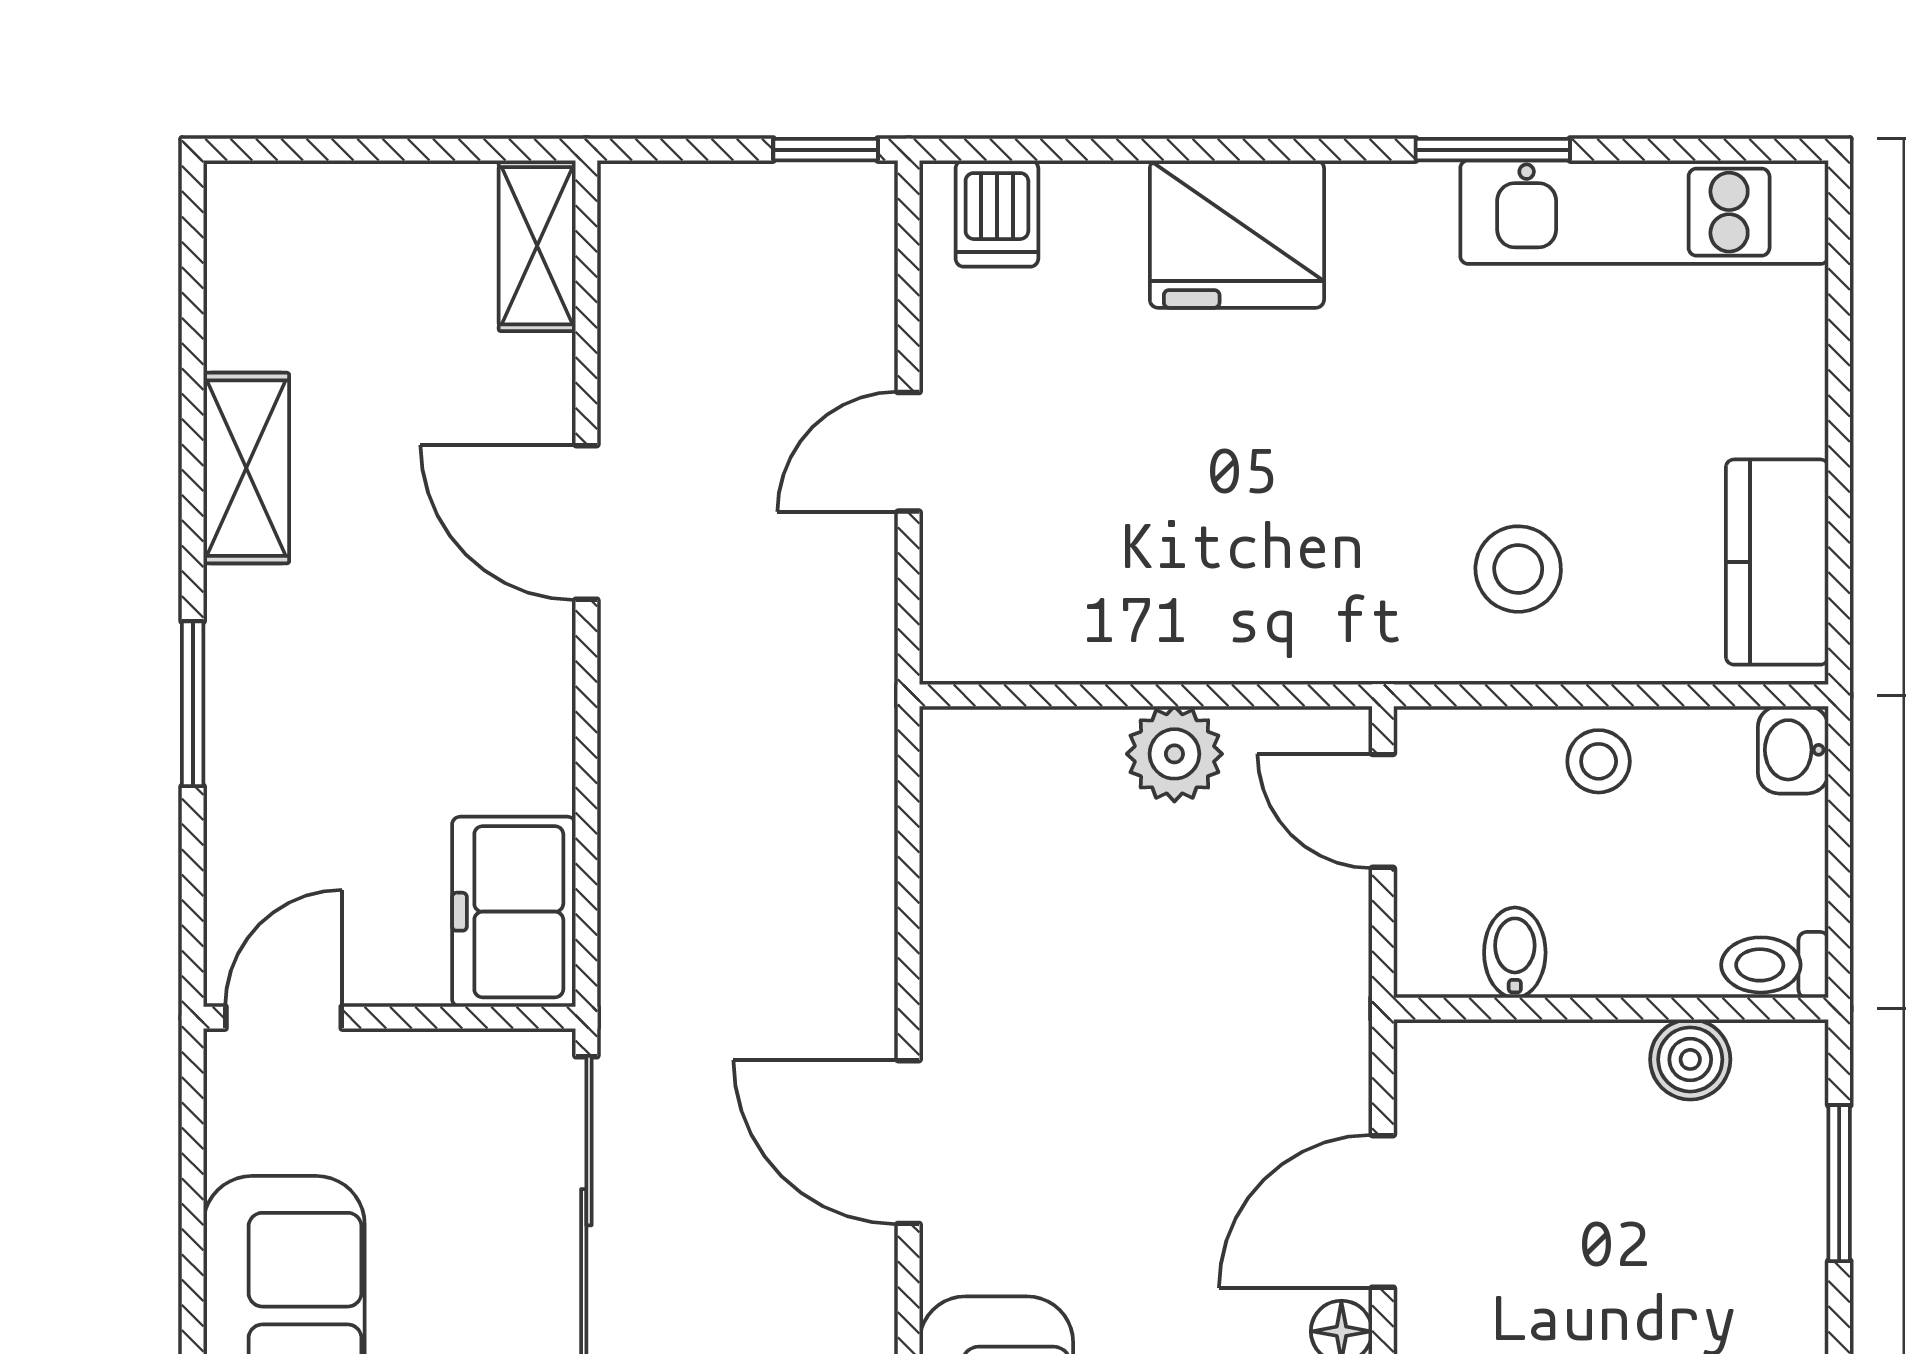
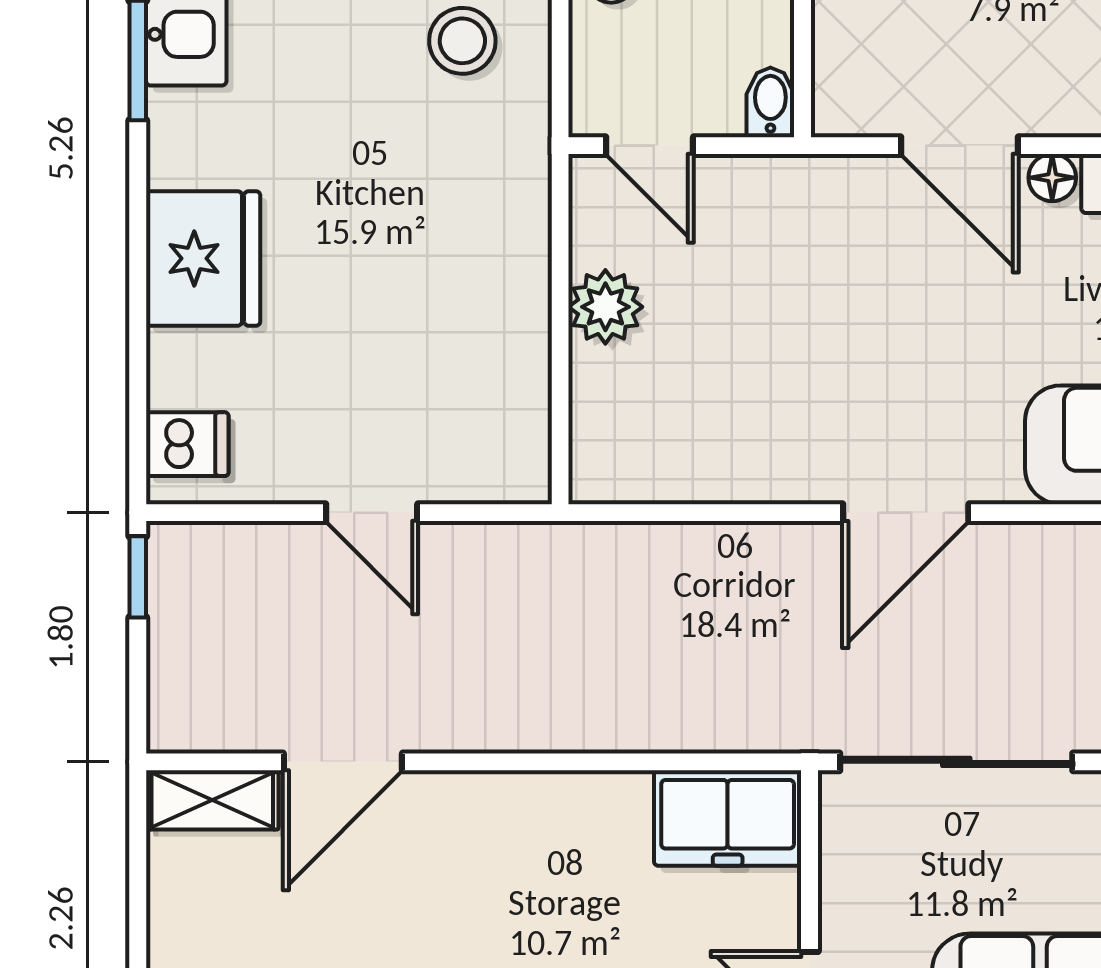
door: (586, 522) -> (343, 762), moved
door: (1383, 811) -> (650, 146), hinge flipped
bidet: (1515, 953) -> (770, 102), moved, turned 90

